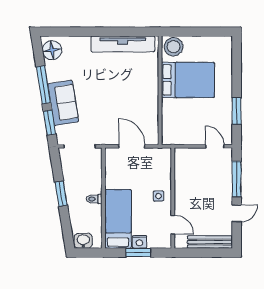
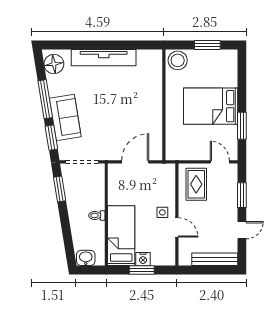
window: (203, 32) -> (207, 45), added
tv unit: (123, 44) -> (104, 58), moved
bed: (188, 80) -> (211, 106), moved, turned 180
door: (132, 146) -> (135, 162), hinge flipped
rug: (192, 168) -> (196, 184), added
window: (237, 179) -> (242, 195), width x0.69
window: (61, 194) -> (60, 189), moved
door: (173, 225) -> (177, 227), moved

